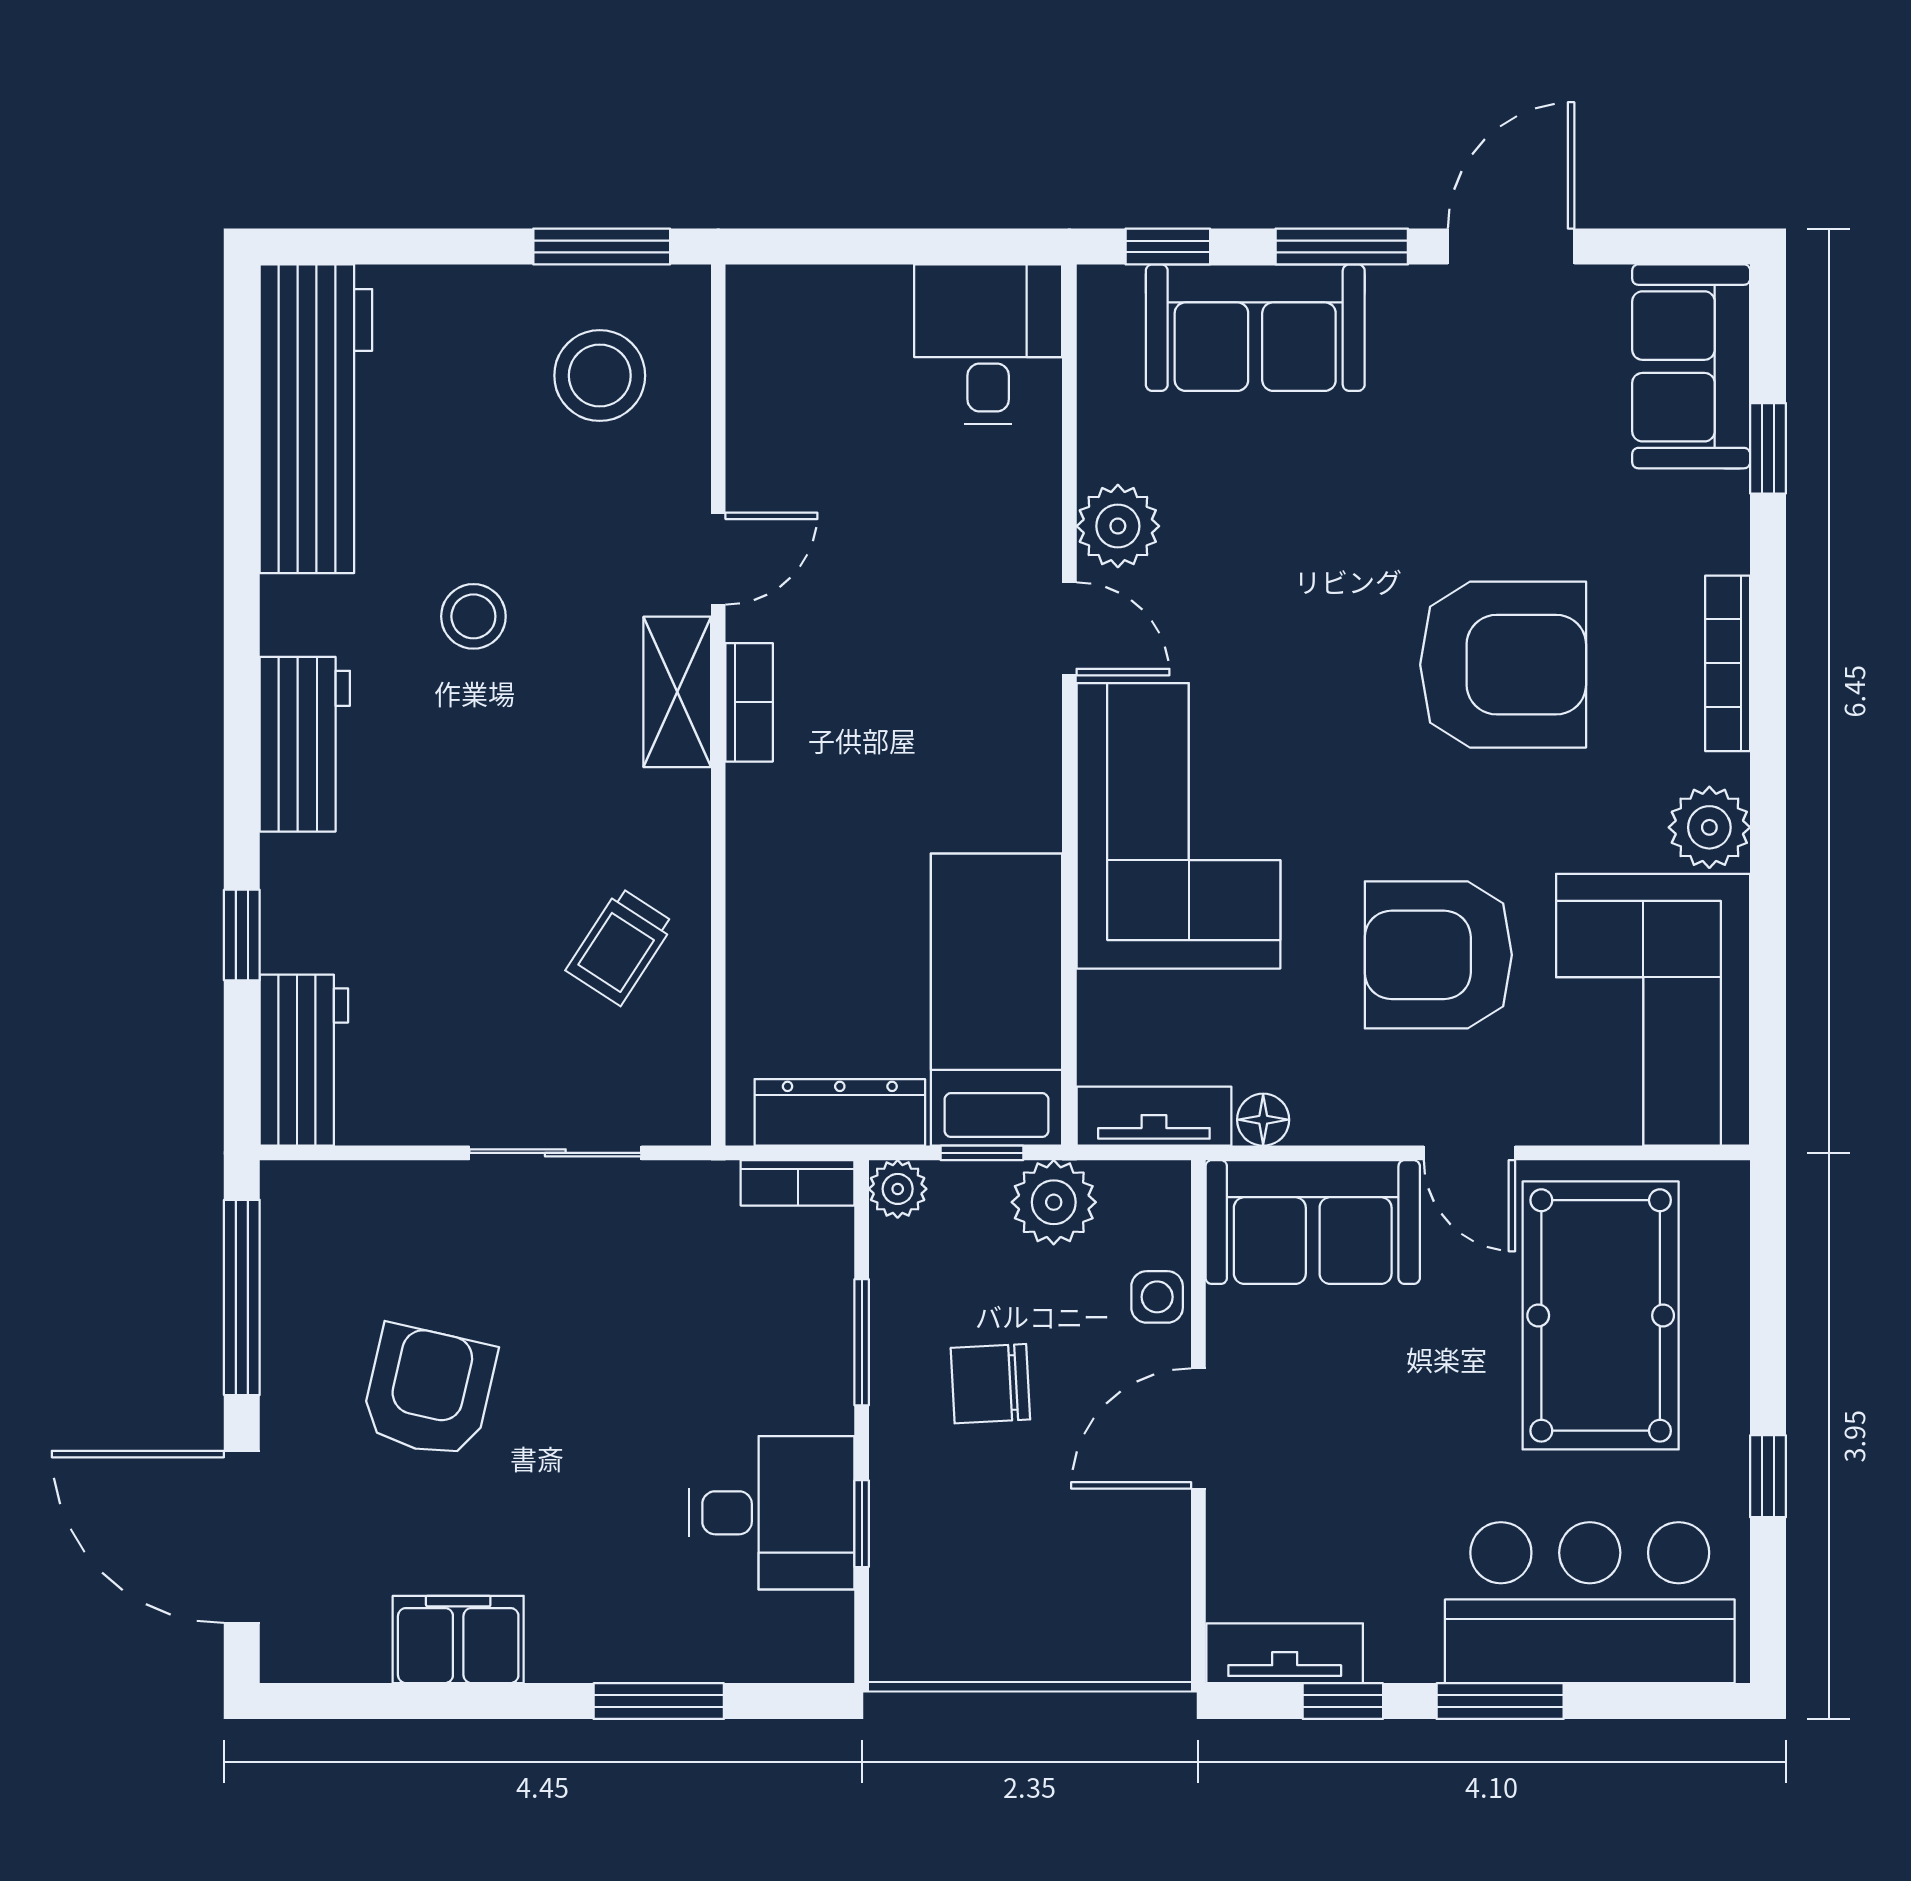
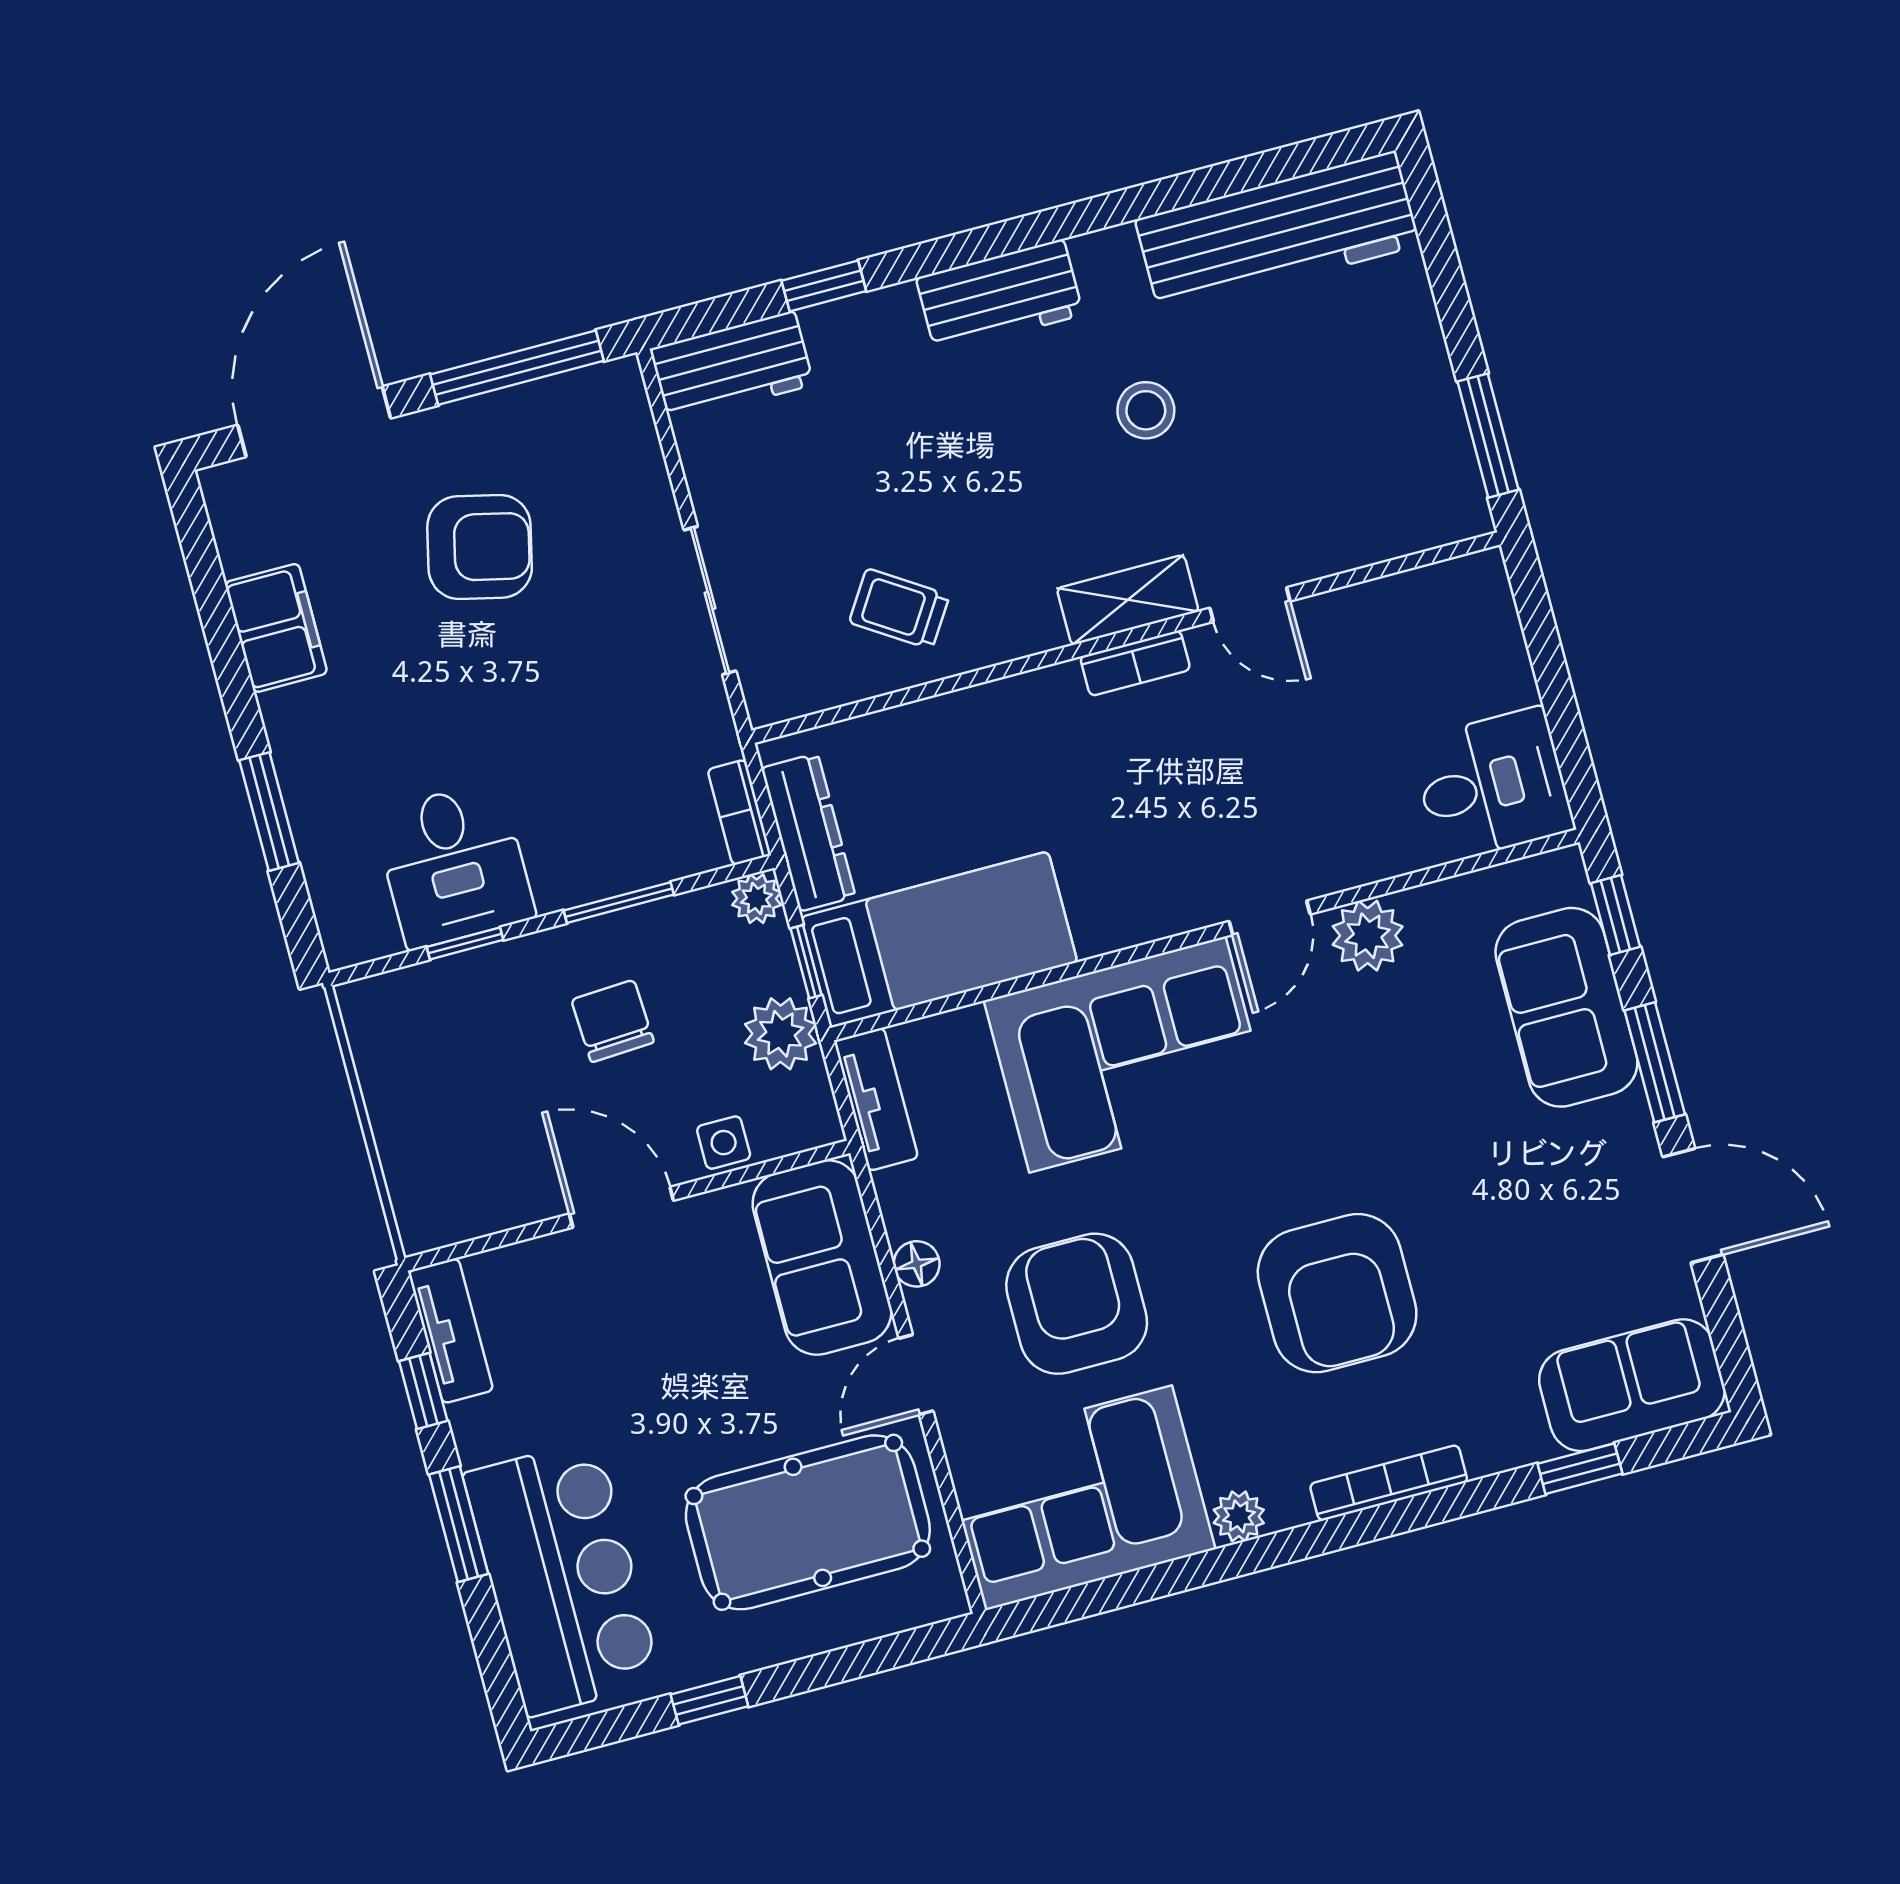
stool: (600, 376) -> (1378, 463), removed
plant: (1709, 827) -> (1239, 1516), width x0.73, depth x0.73
floor lamp: (1263, 1120) -> (917, 1264), moved

